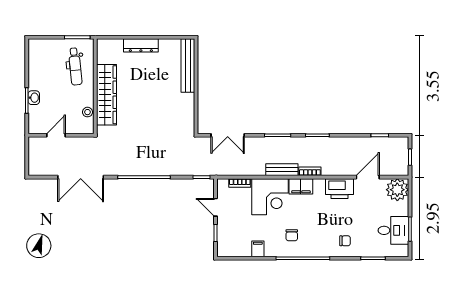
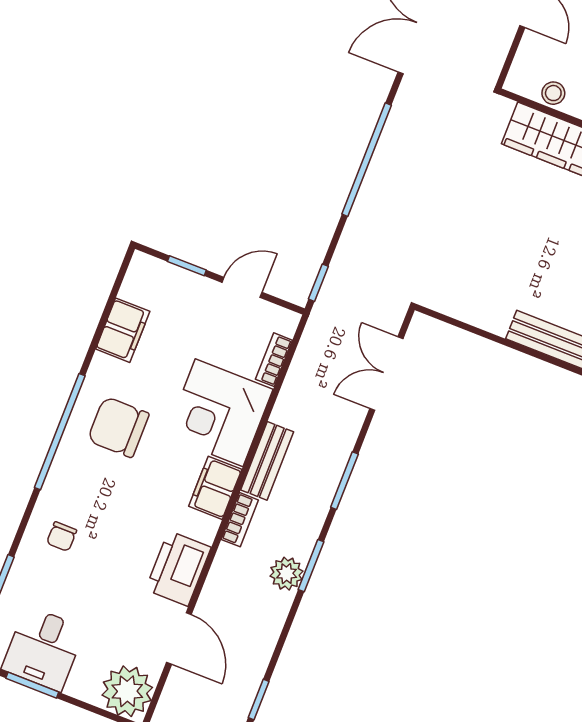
plant: (324, 144) -> (287, 574), added
chair: (292, 235) -> (118, 427), width x1.87, depth x1.87
filing cabinet: (258, 249) -> (123, 330), width x2.00

